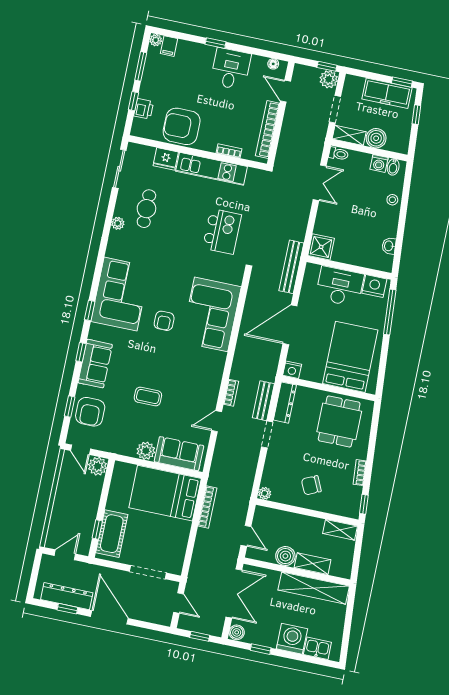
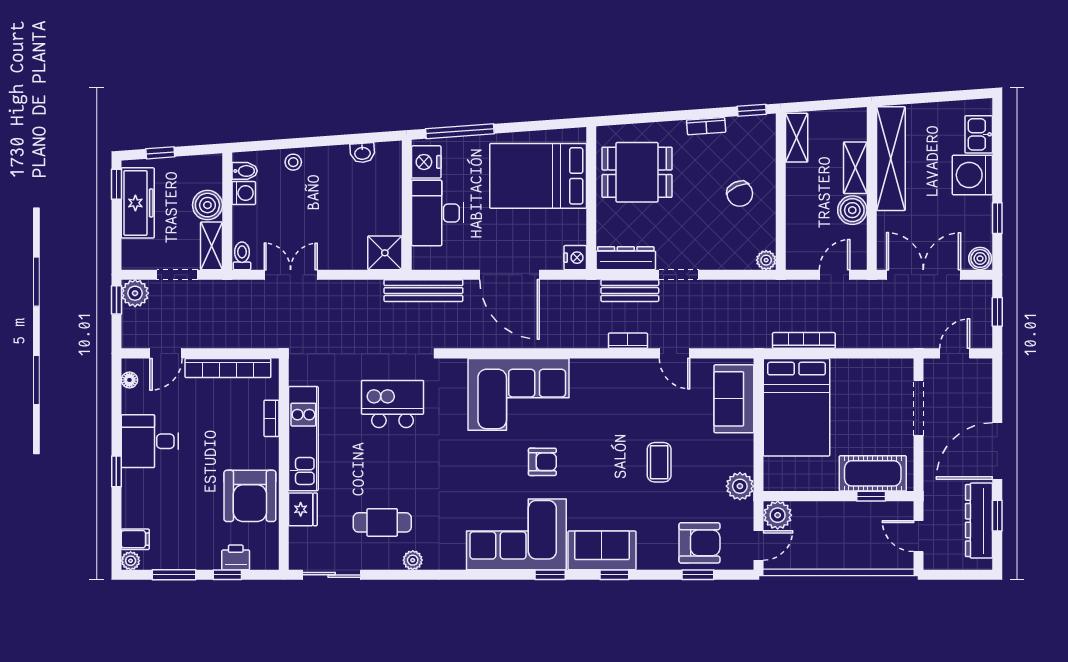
sofa: (95, 364) -> (602, 550), moved
plant: (146, 451) -> (740, 486), moved

